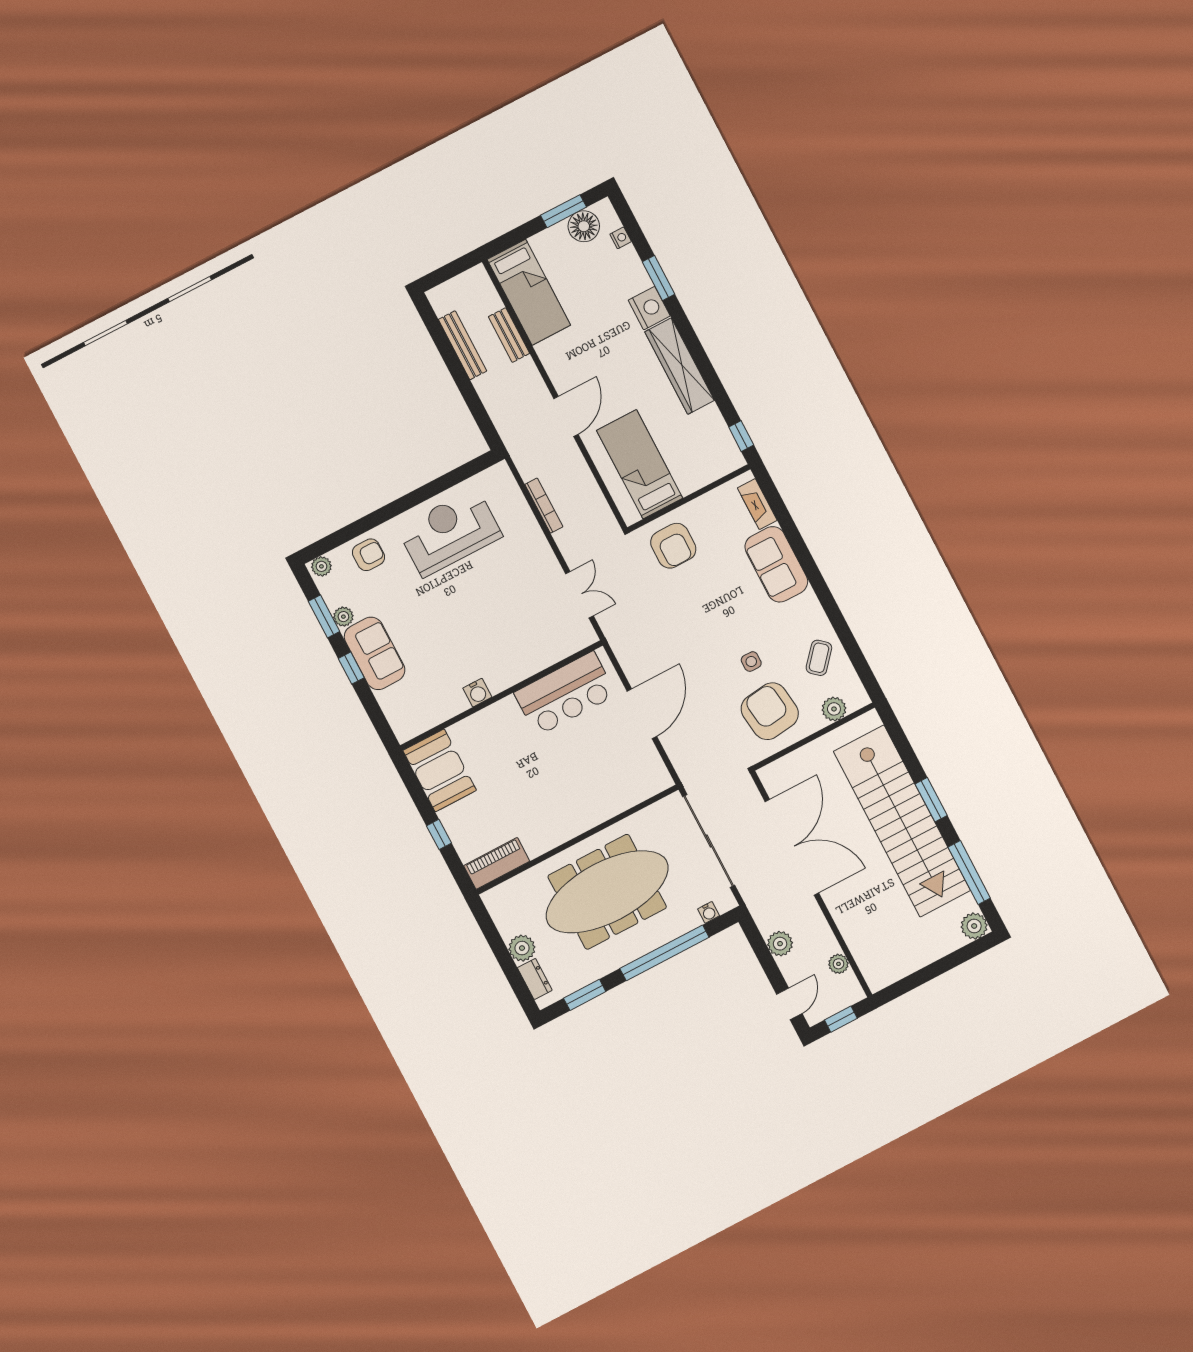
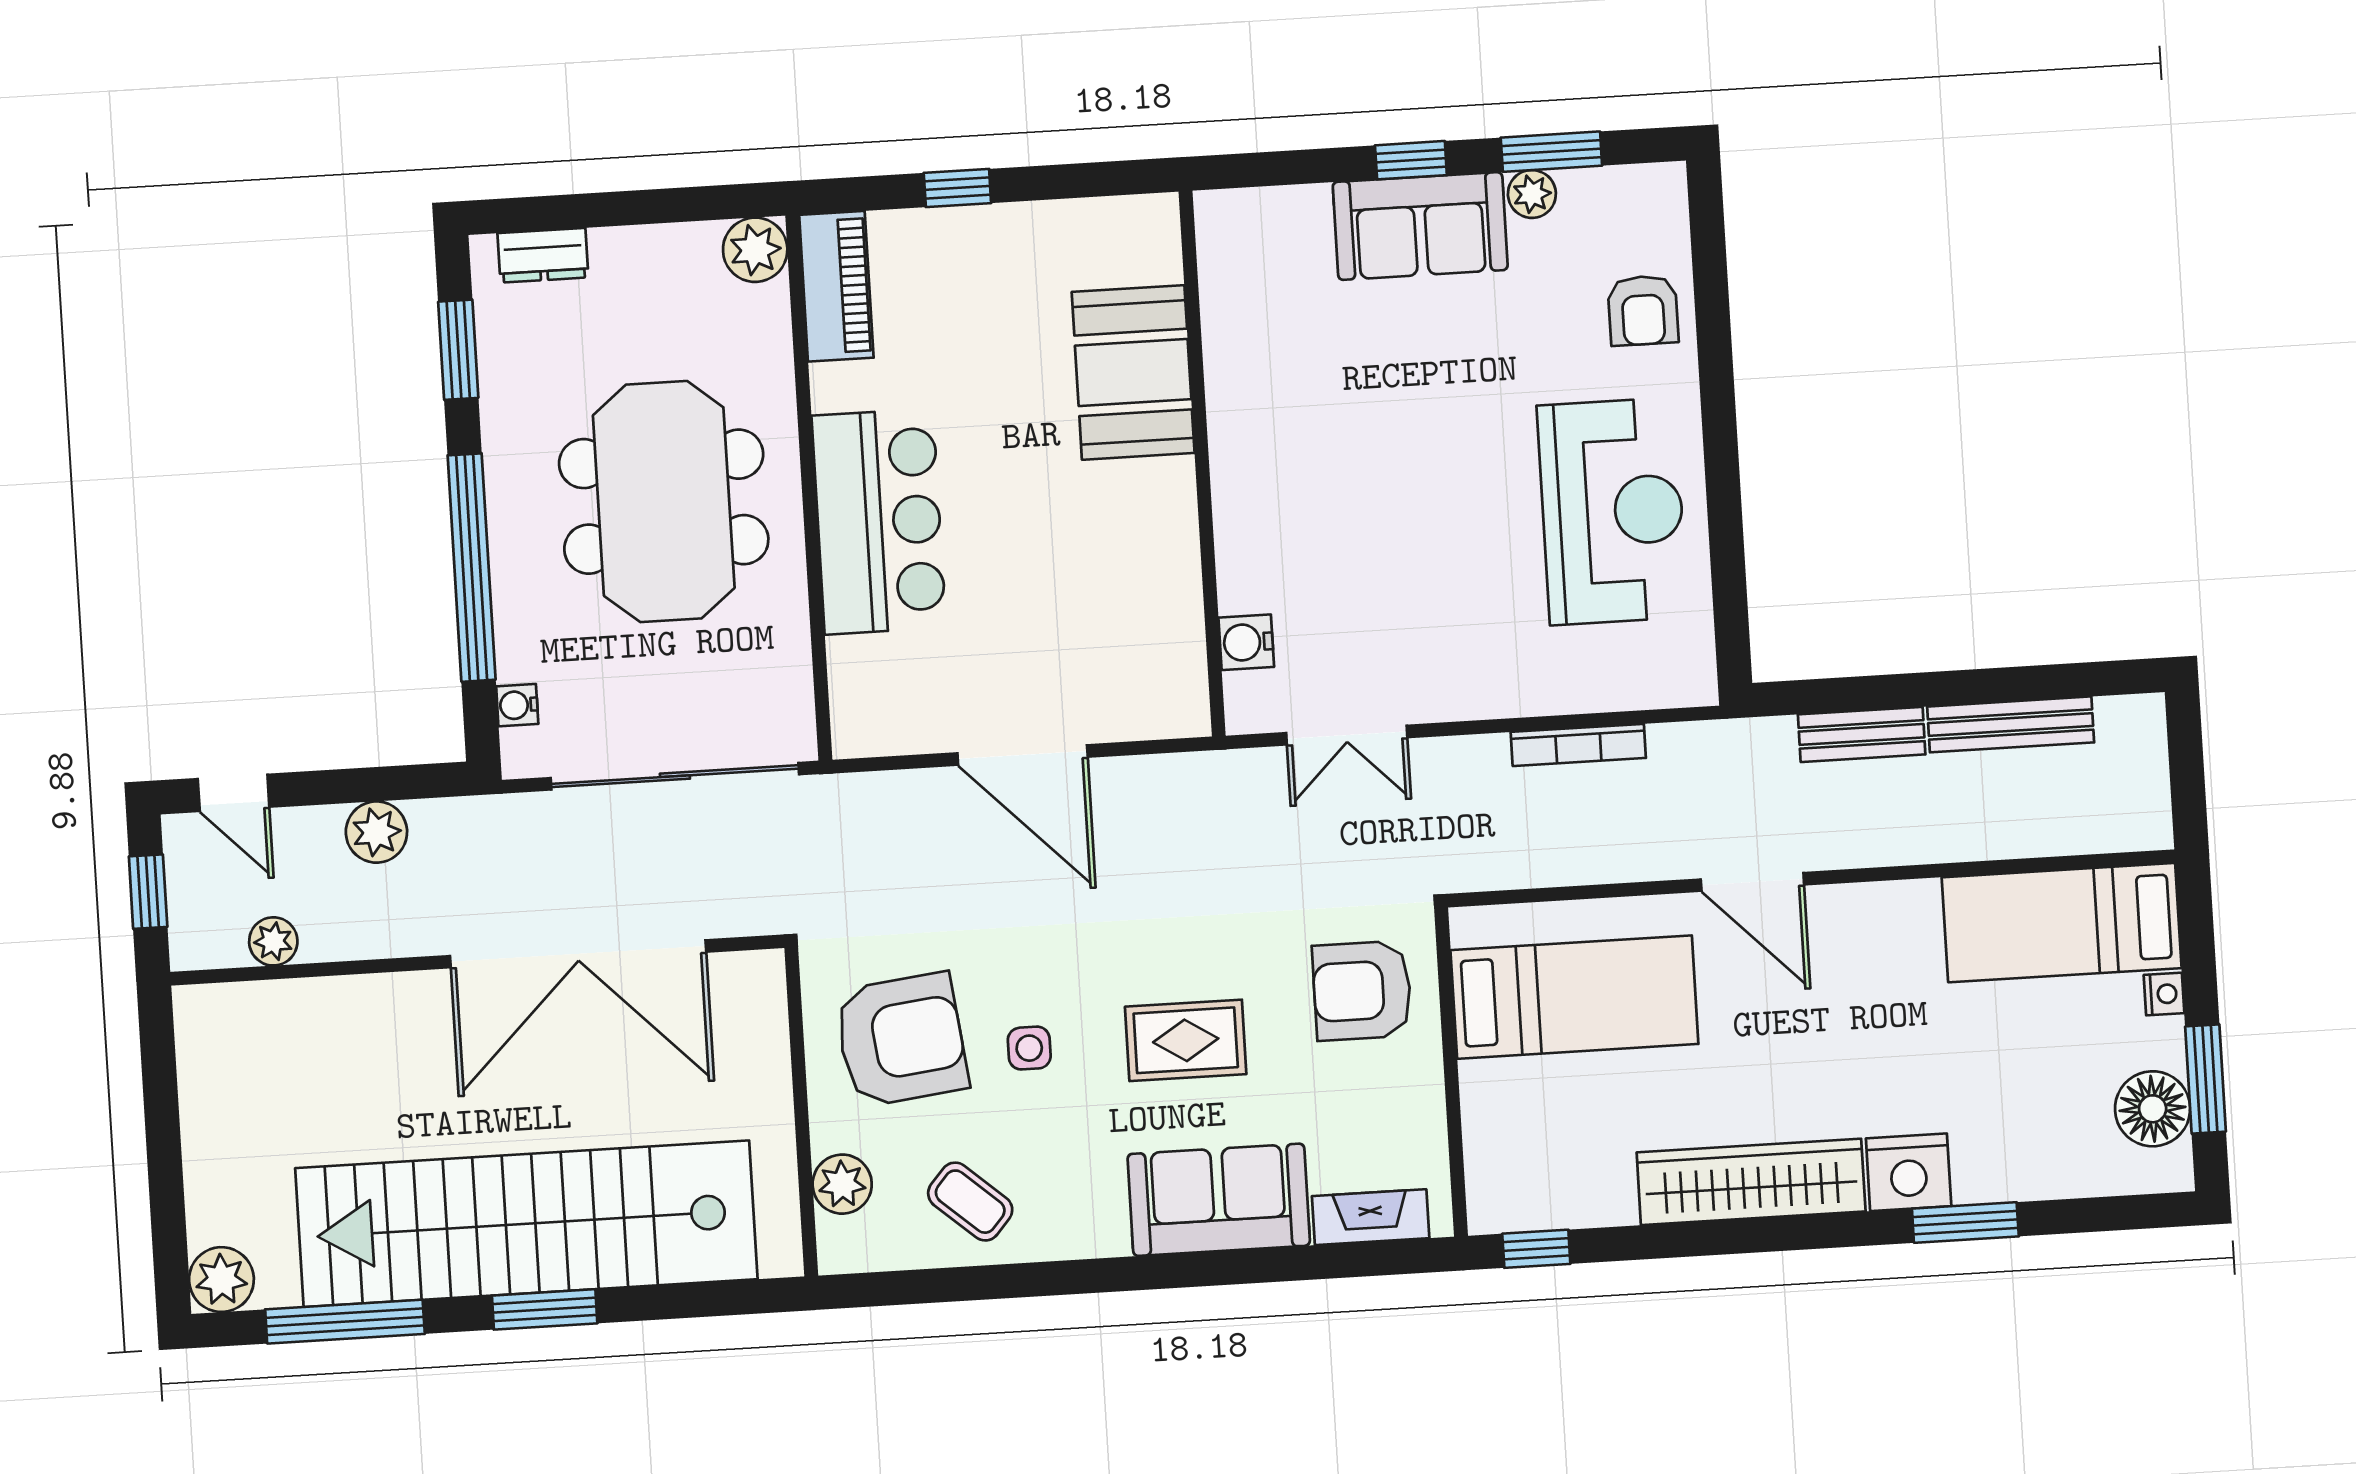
nightstand: (621, 238) -> (2164, 994), moved, turned -90
bench: (509, 335) -> (1862, 734), moved
plant: (321, 566) -> (1664, 196), removed
rug: (722, 604) -> (1186, 1040), added
water cooler: (477, 693) -> (1246, 642), moved
bar counter: (565, 694) -> (879, 521), moved, turned 180
booth: (440, 770) -> (1133, 372), moved, turned 90
meeting table: (607, 892) -> (664, 502), width x0.73
plant: (522, 948) -> (755, 250), moved

